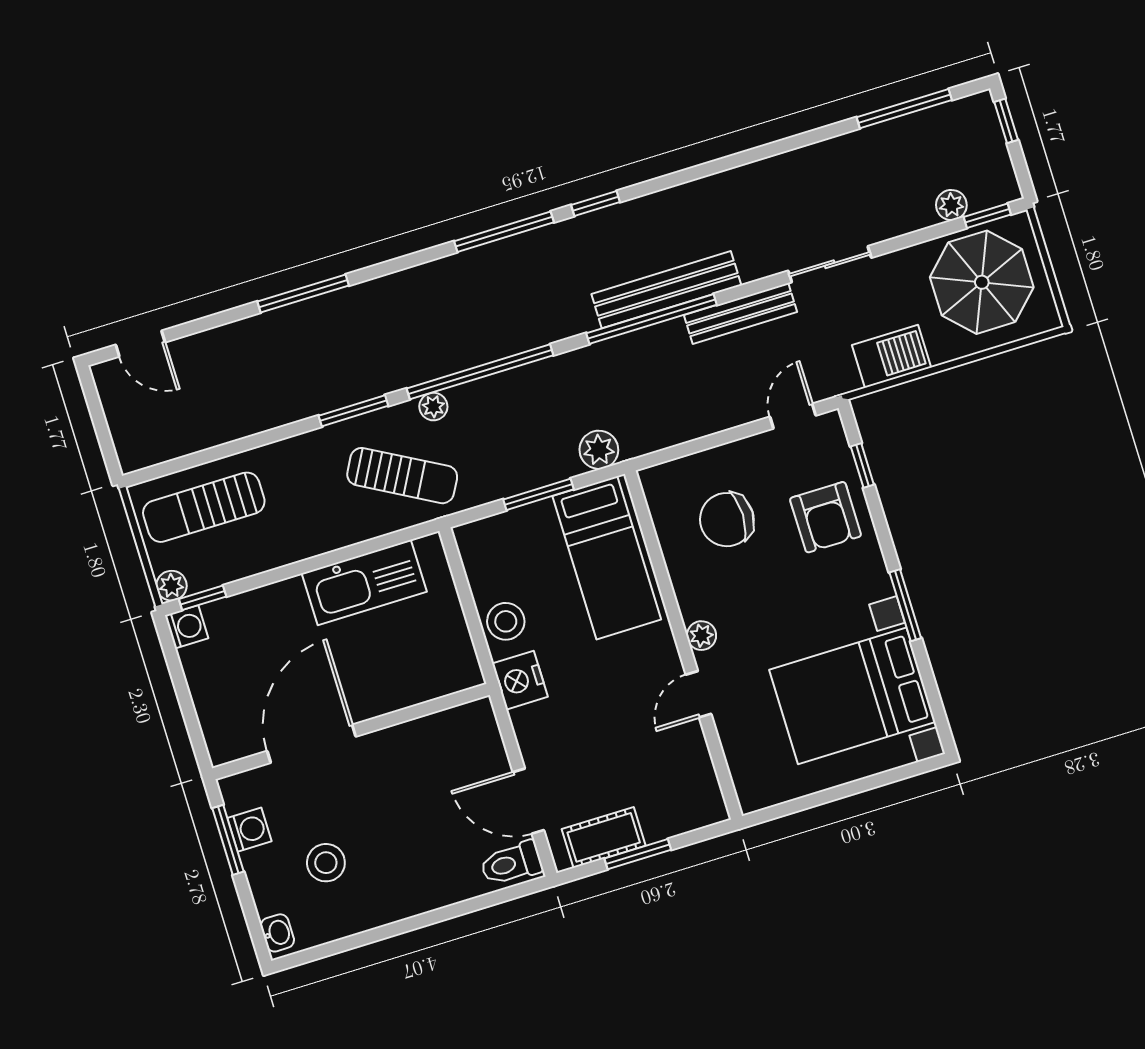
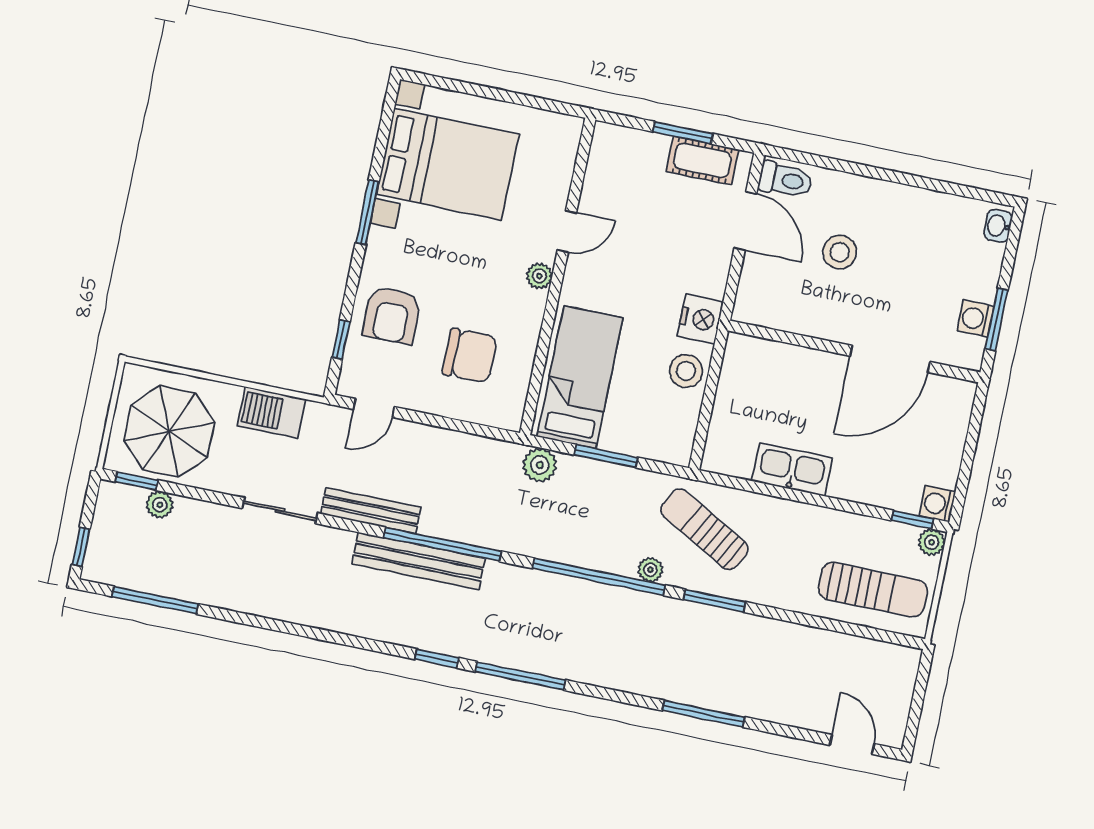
armchair: (826, 517) -> (392, 315), turned 180
kitchen sink: (364, 582) -> (792, 469), width x0.73, depth x0.81
stool: (326, 863) -> (840, 252), moved

